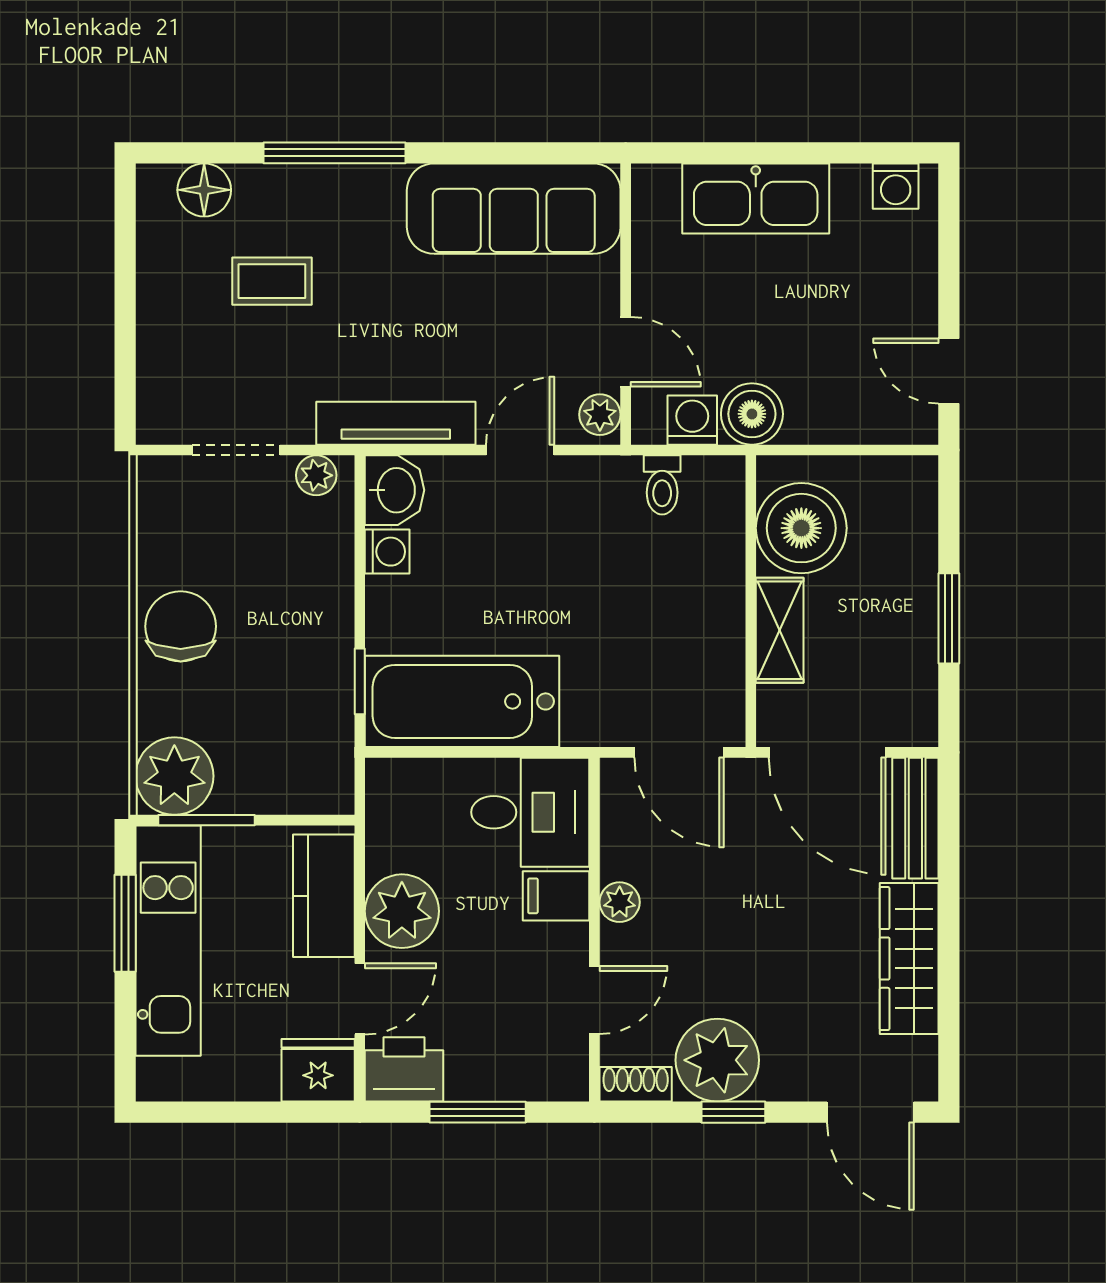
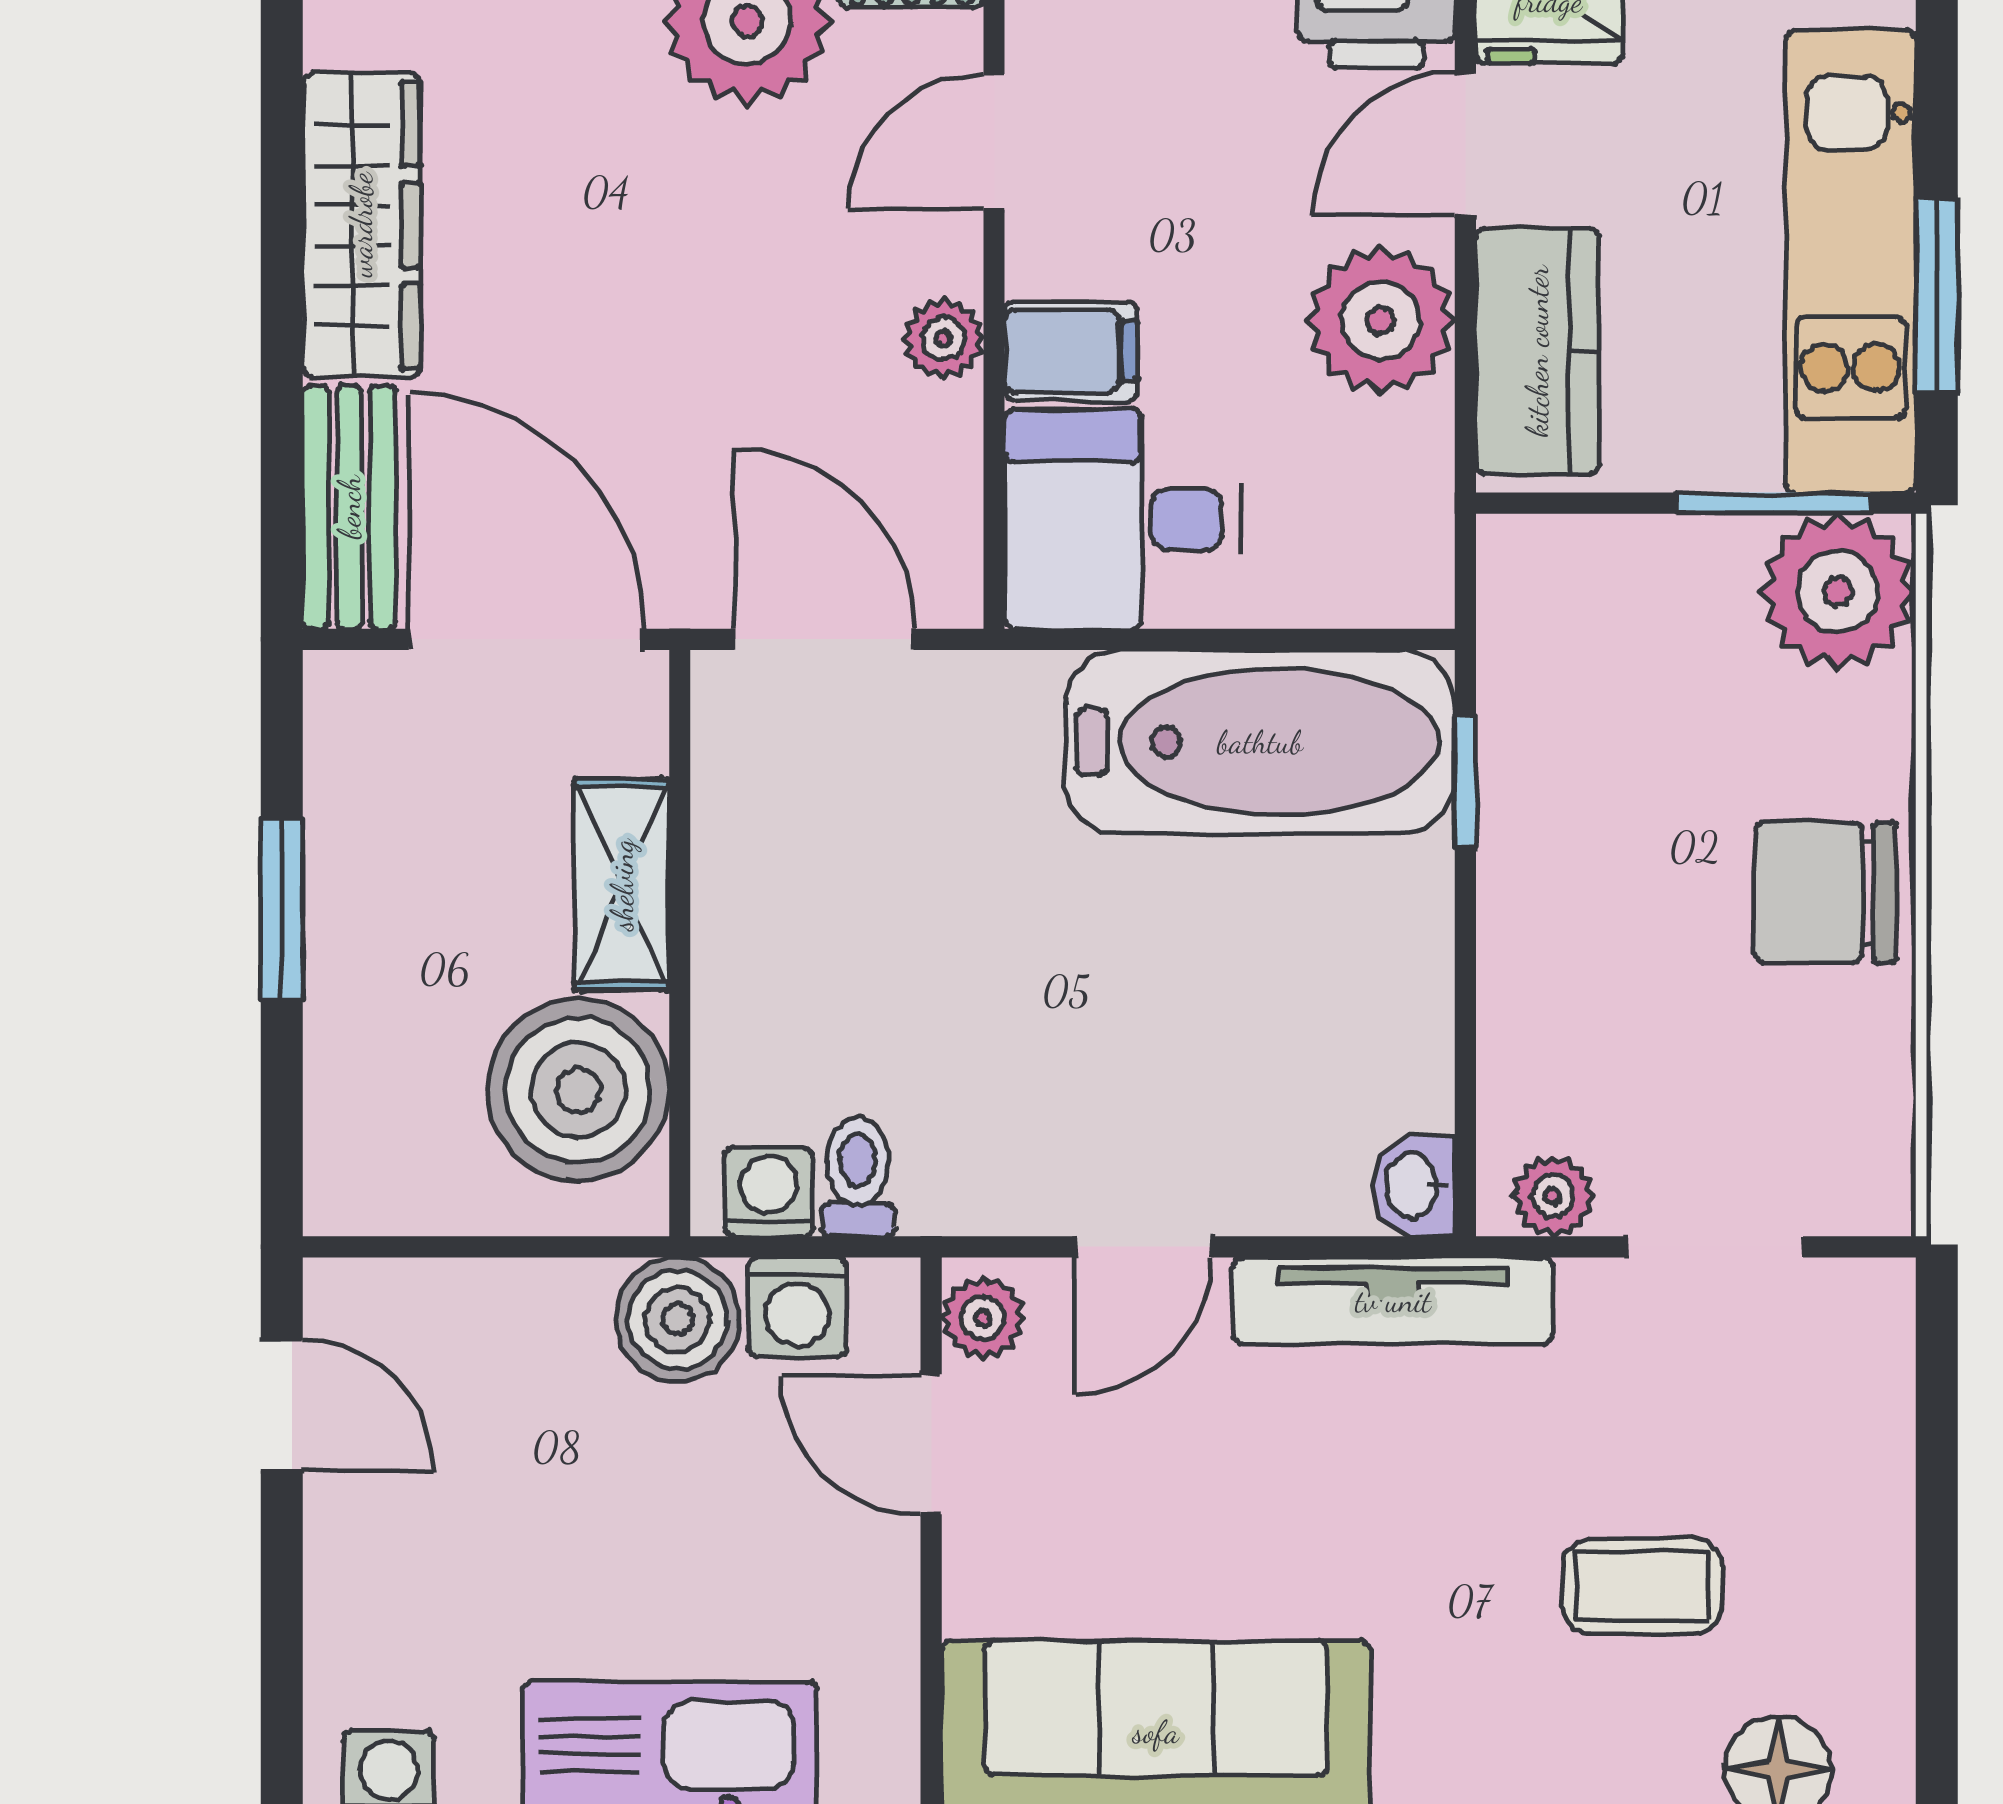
washbasin: (395, 490) -> (1414, 1185), width x0.72, depth x0.69
washing machine: (387, 552) -> (768, 1192), moved, turned 90
chair: (181, 626) -> (1825, 893), turned 90

